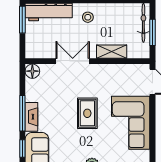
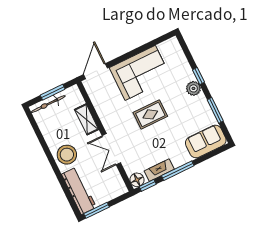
stool: (88, 17) -> (67, 155), width x1.89, depth x1.89
fireplace: (31, 117) -> (159, 170), moved
window: (22, 149) -> (148, 185), moved

